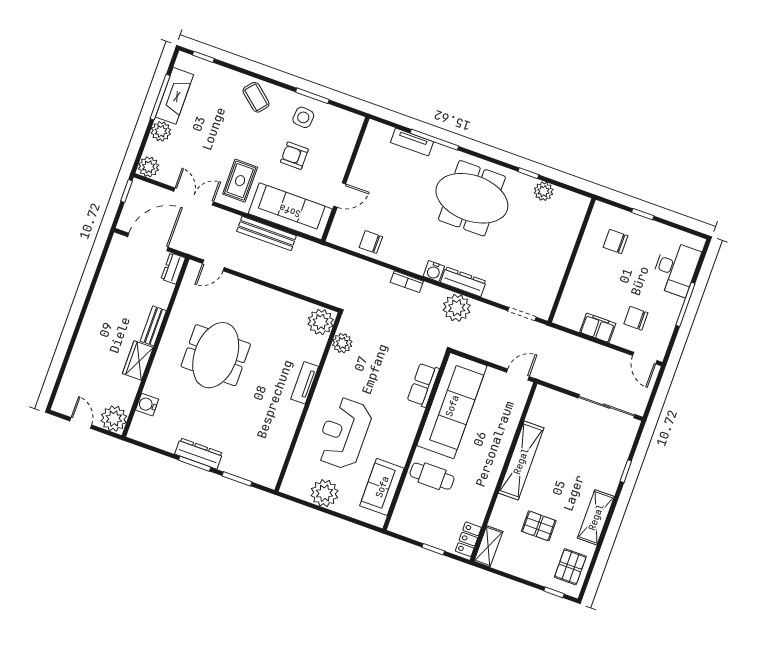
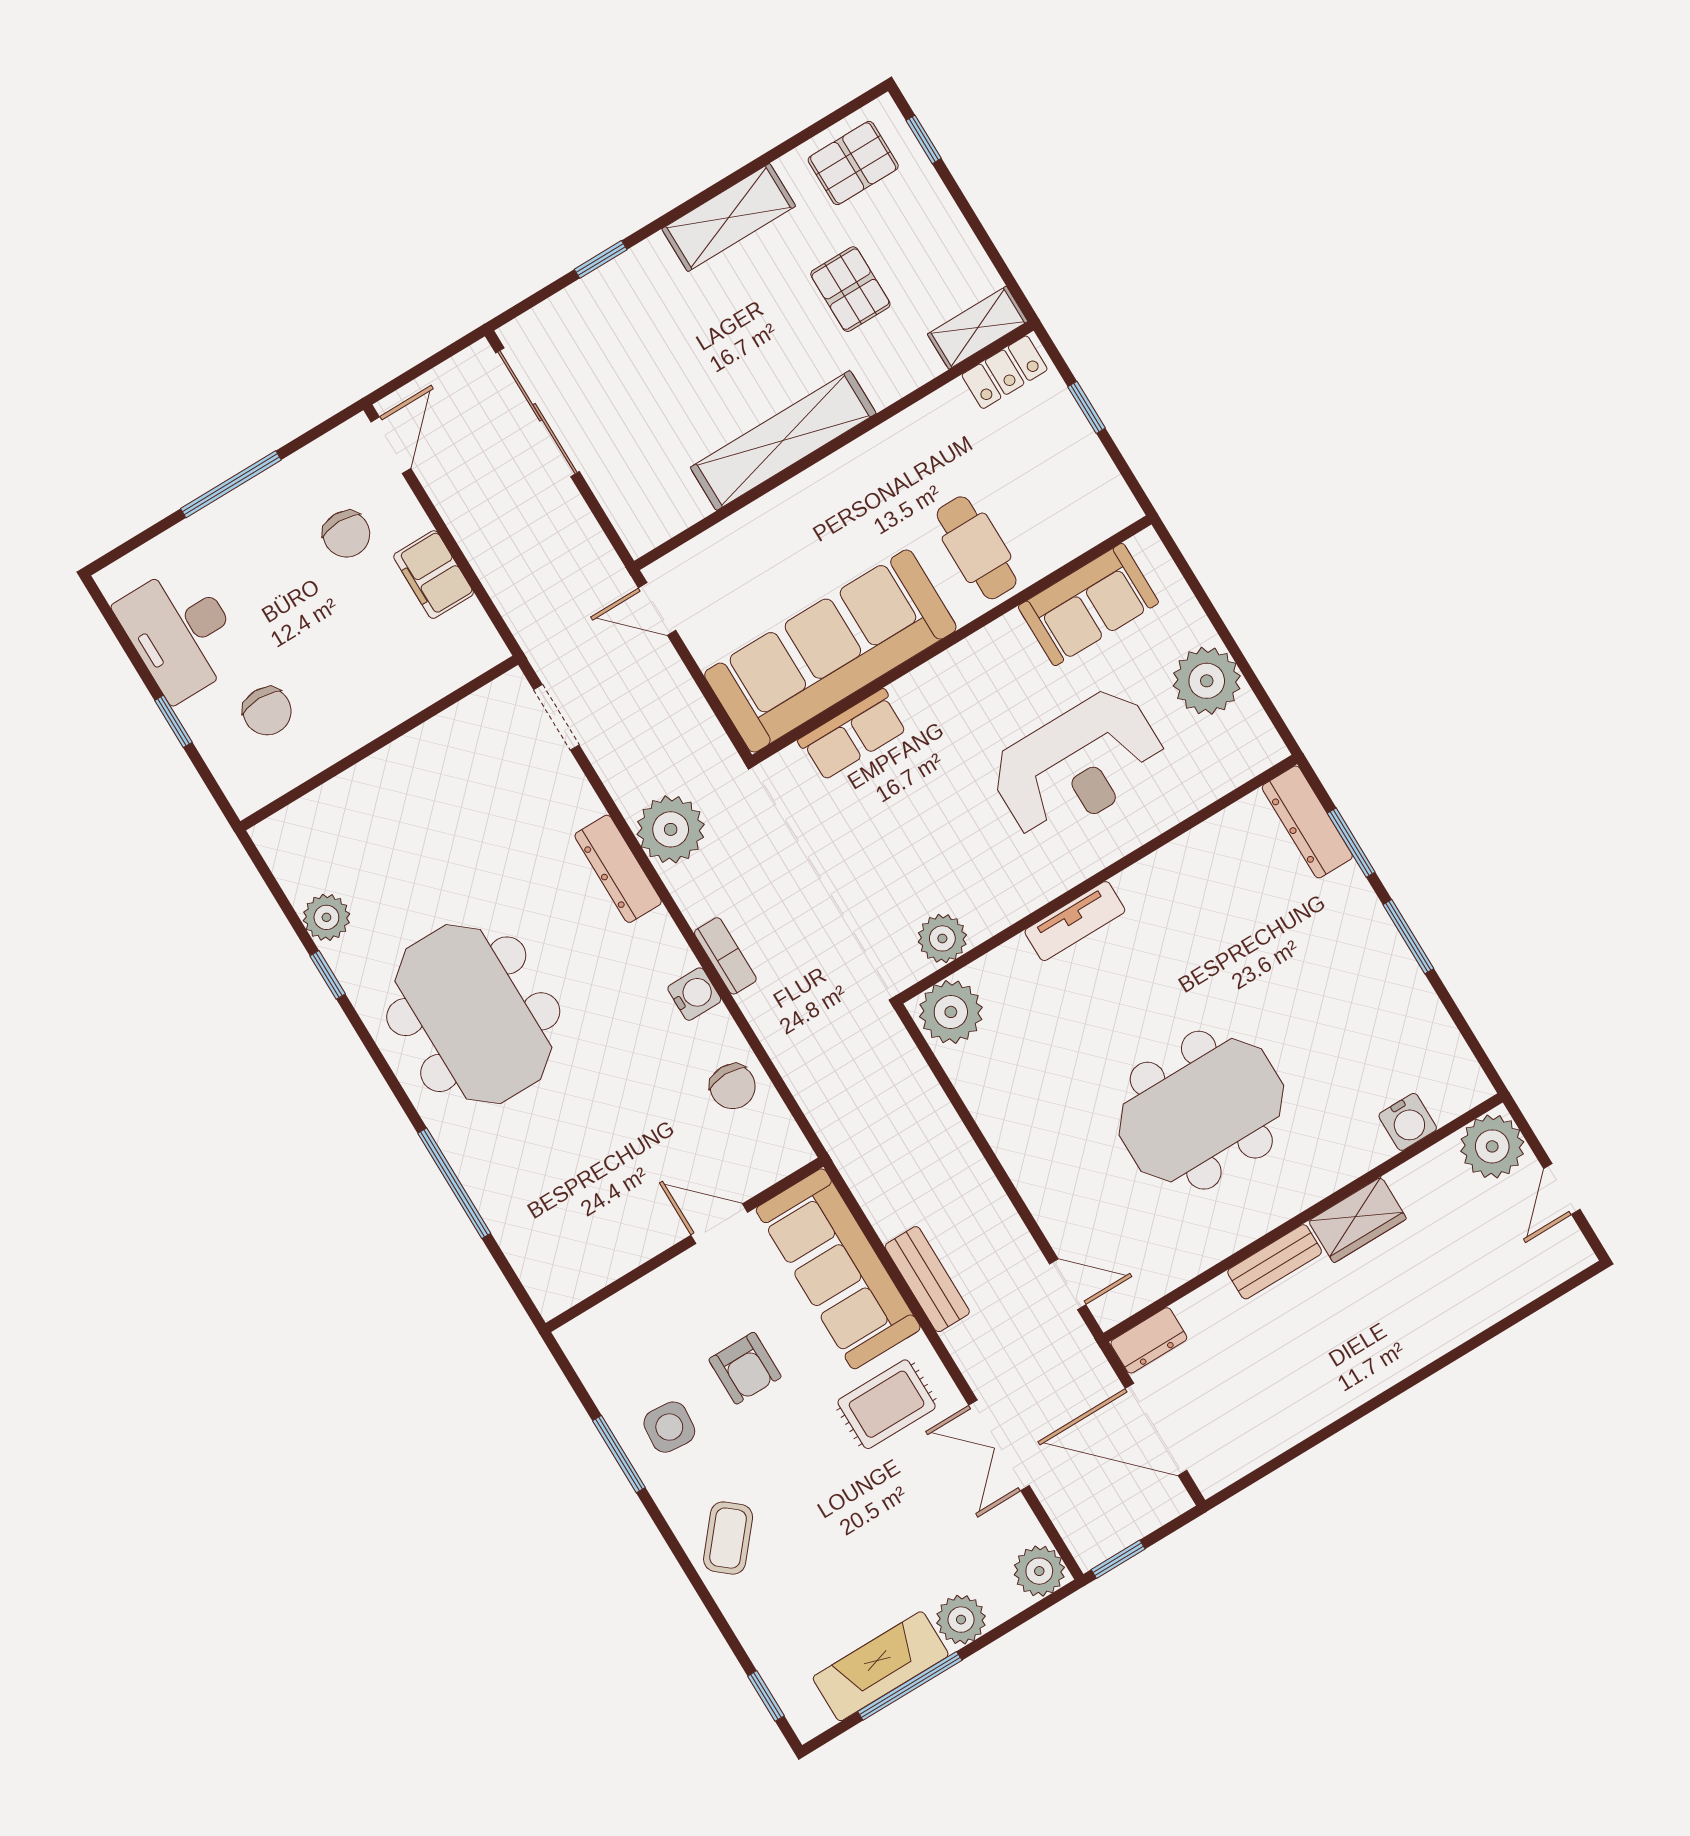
tv unit: (412, 142) -> (501, 1213), removed
bench: (267, 233) -> (927, 1279), width x0.73
desk: (676, 268) -> (181, 632), moved, turned -90
water cooler: (434, 271) -> (694, 994), moved
dresser: (199, 454) -> (1307, 822), moved

